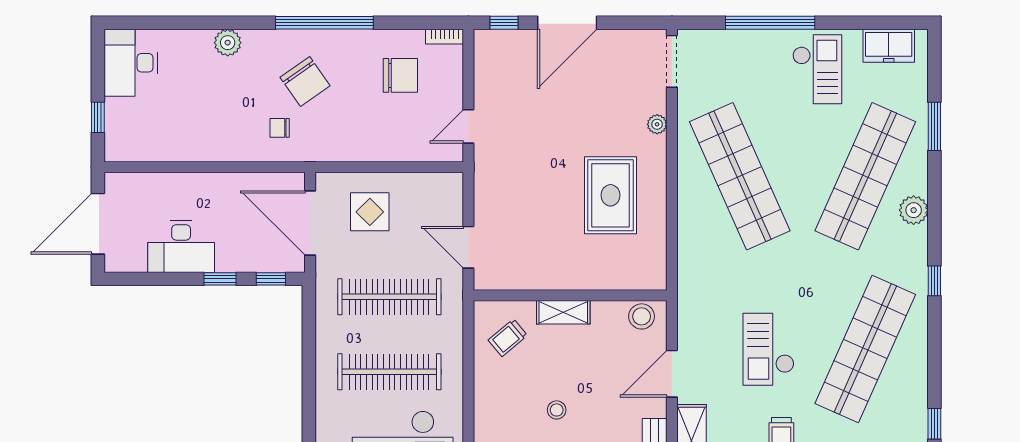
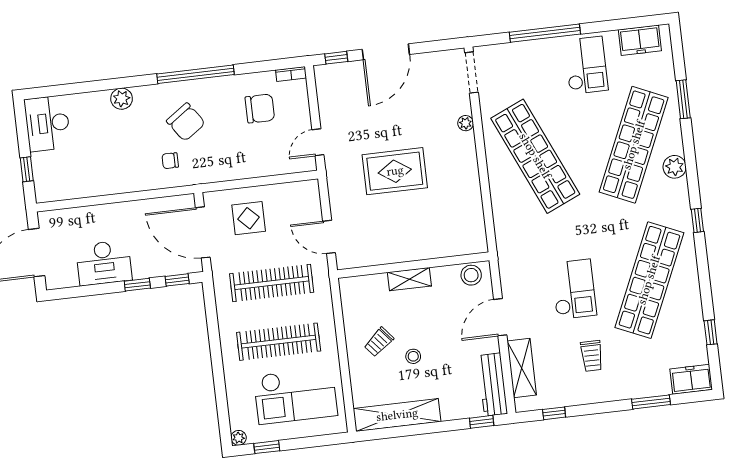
rug: (610, 195) -> (395, 171), moved, turned 90
trolley: (508, 338) -> (379, 342), moved
checkout: (769, 349) -> (574, 289), turned 180

